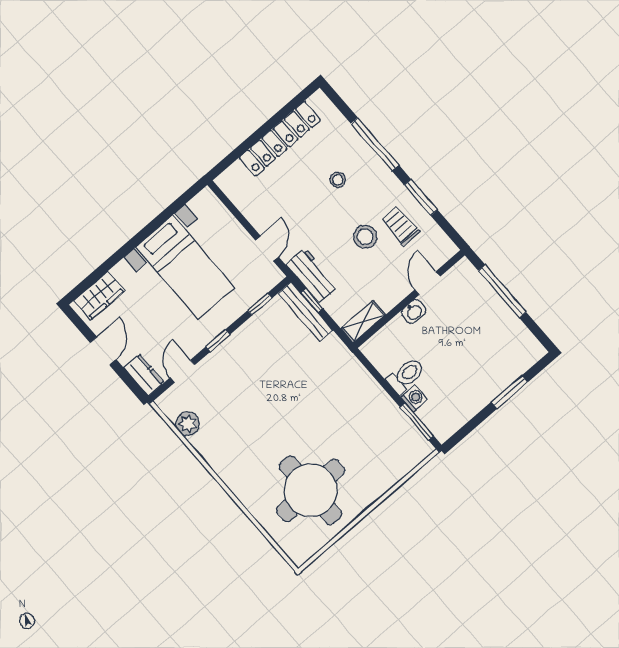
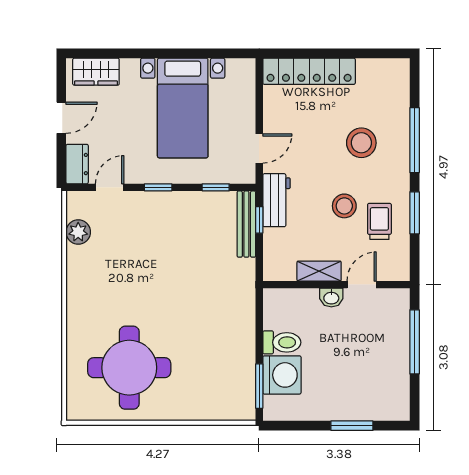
locker: (280, 139) -> (309, 71), moved
stool: (338, 180) -> (361, 143), width x1.89, depth x1.89
shelving: (363, 322) -> (319, 271), moved
washing machine: (414, 398) -> (282, 375), width x1.89, depth x1.89

